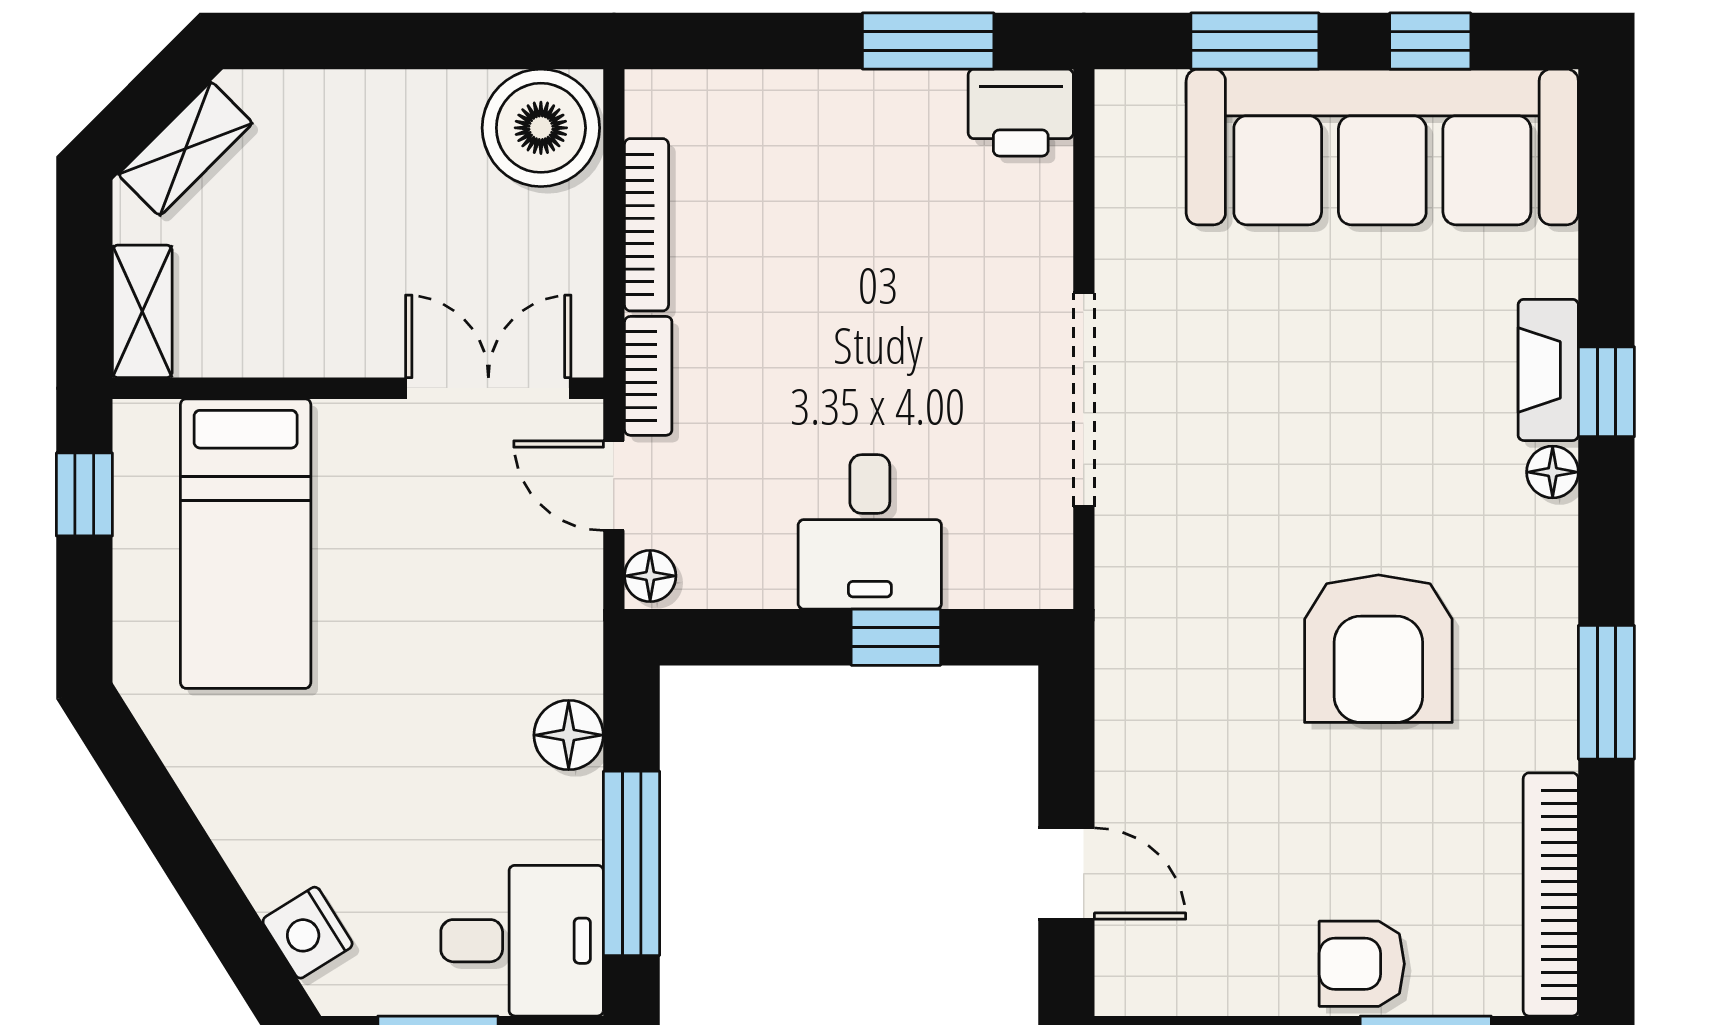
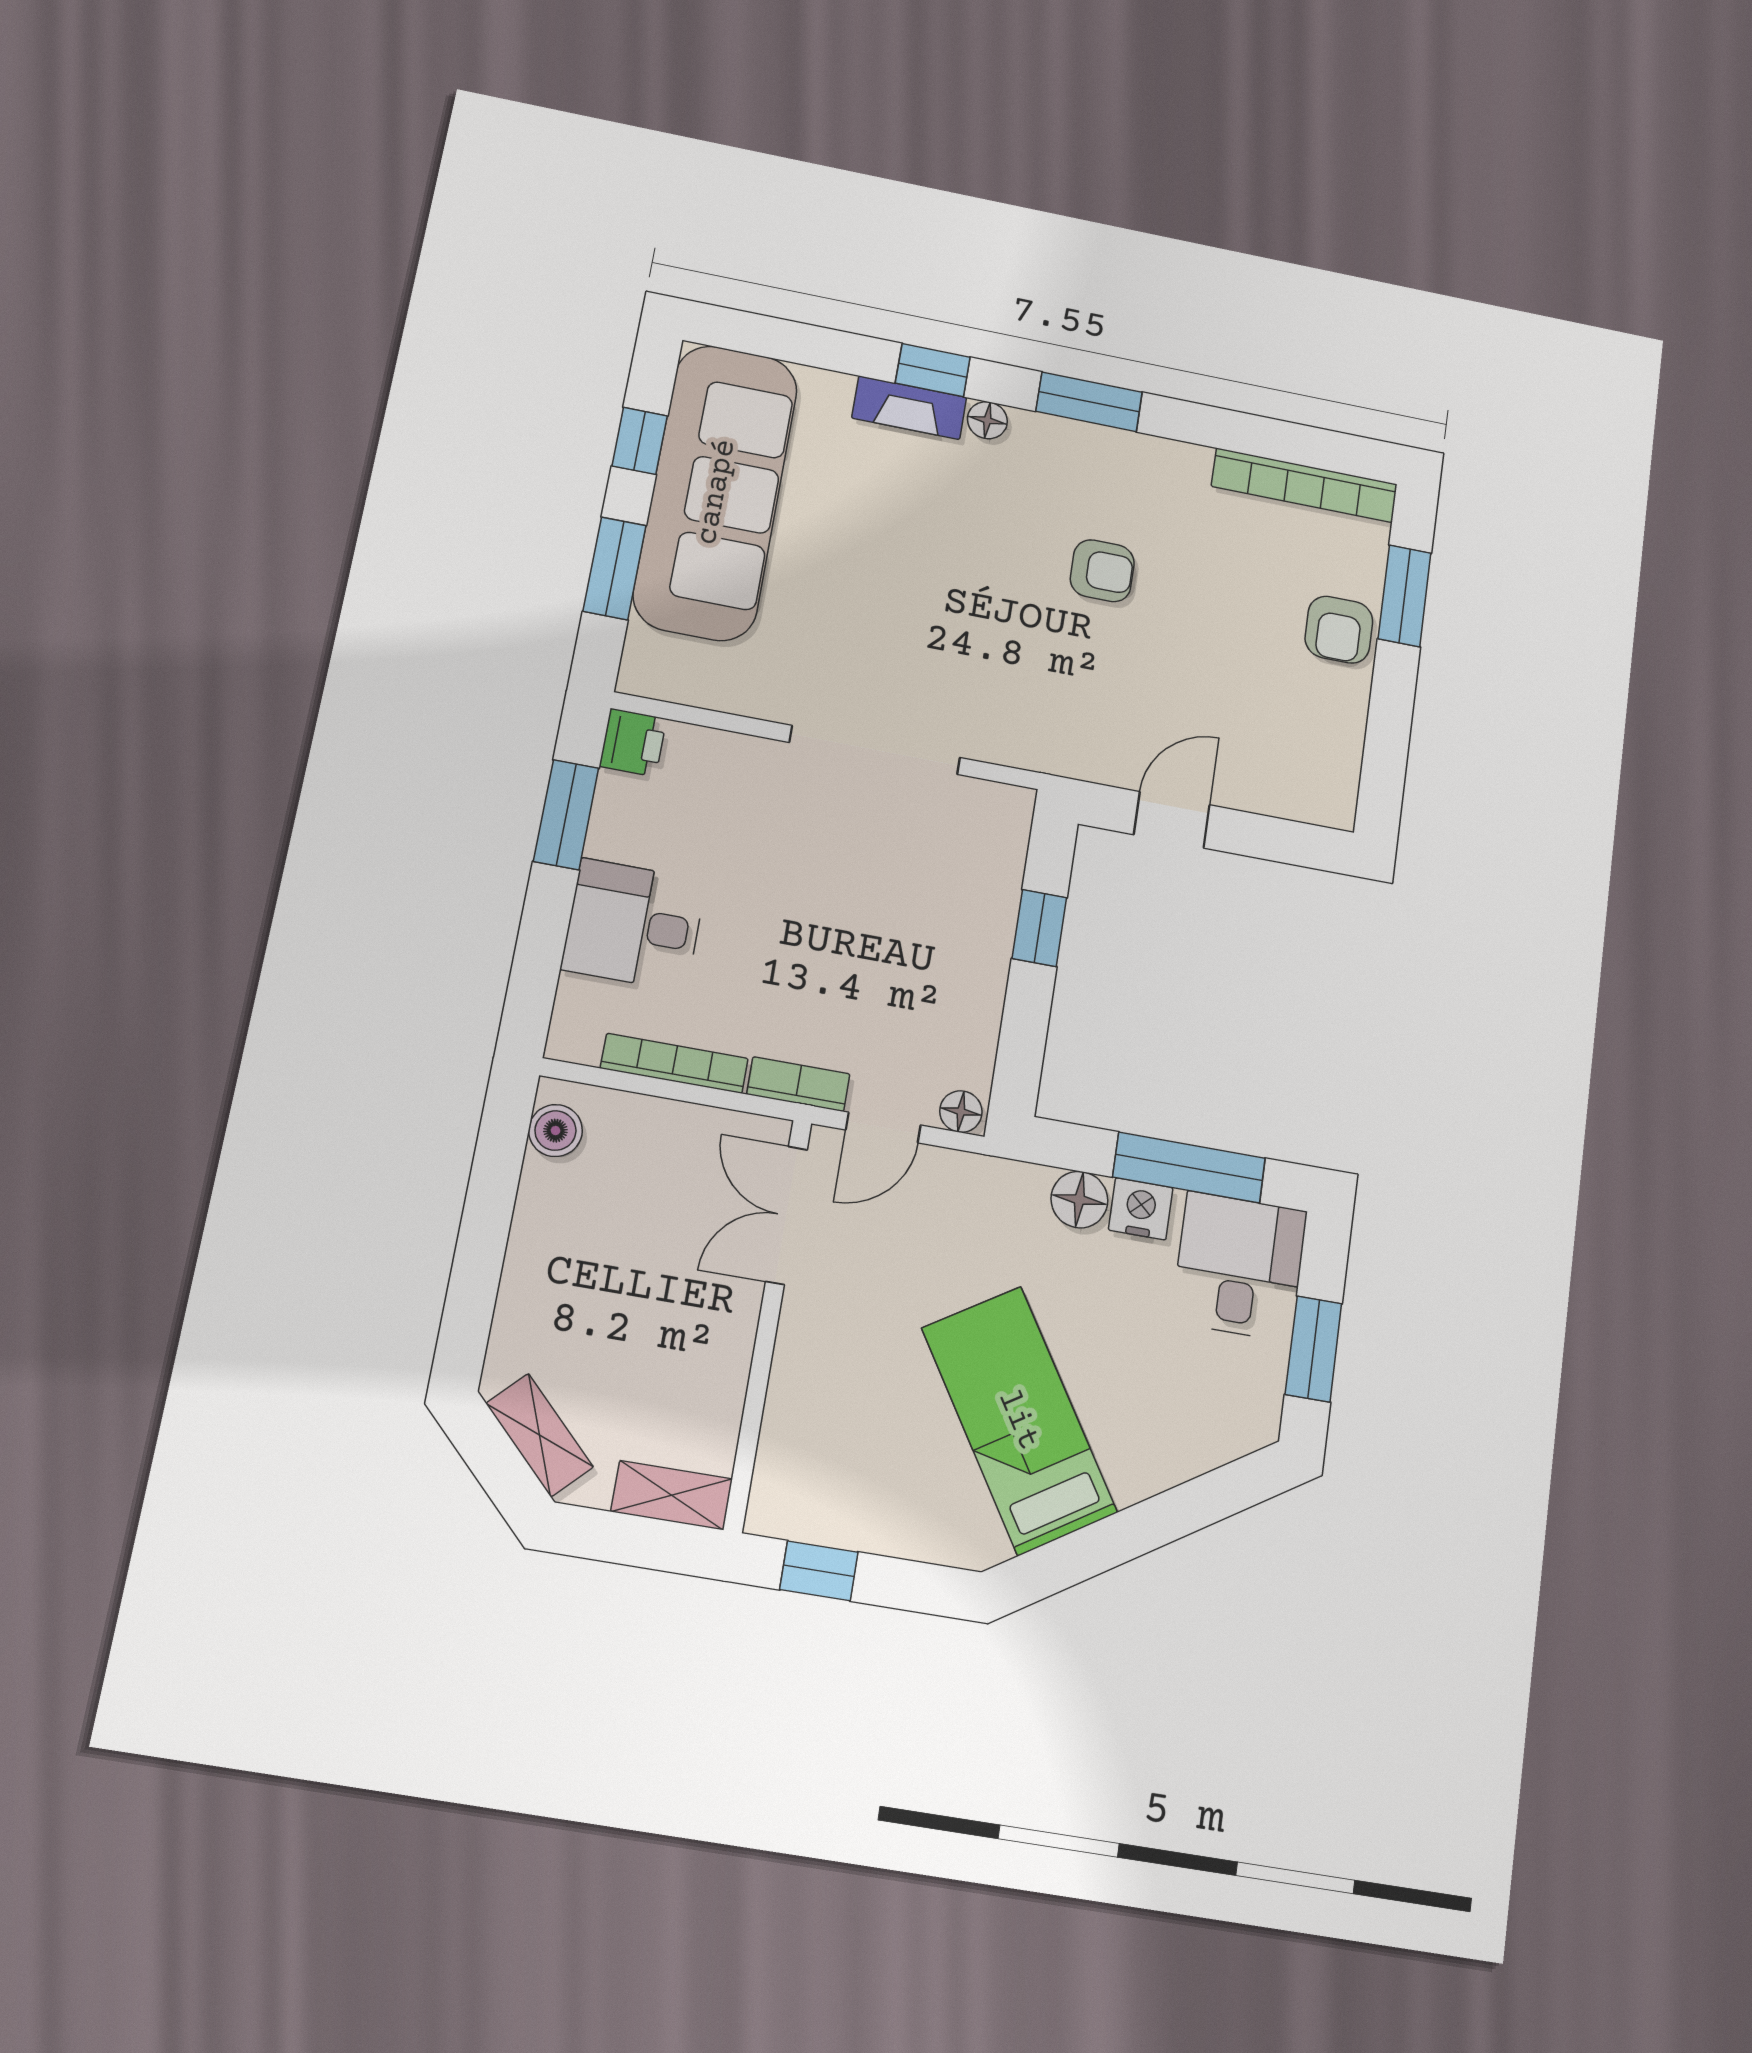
printer: (1021, 113) -> (633, 743), width x0.73, depth x0.81
boiler: (541, 128) -> (555, 1131), width x0.54, depth x0.54
desk: (870, 532) -> (634, 925), moved, turned 180
bed: (246, 544) -> (1019, 1420), moved, turned -122
armchair: (1378, 649) -> (1102, 571), width x0.53, depth x0.53
window: (1606, 692) -> (1089, 402), moved
door: (1066, 874) -> (1172, 820), moved
nightstand: (308, 933) -> (1141, 1209), moved, turned -148

